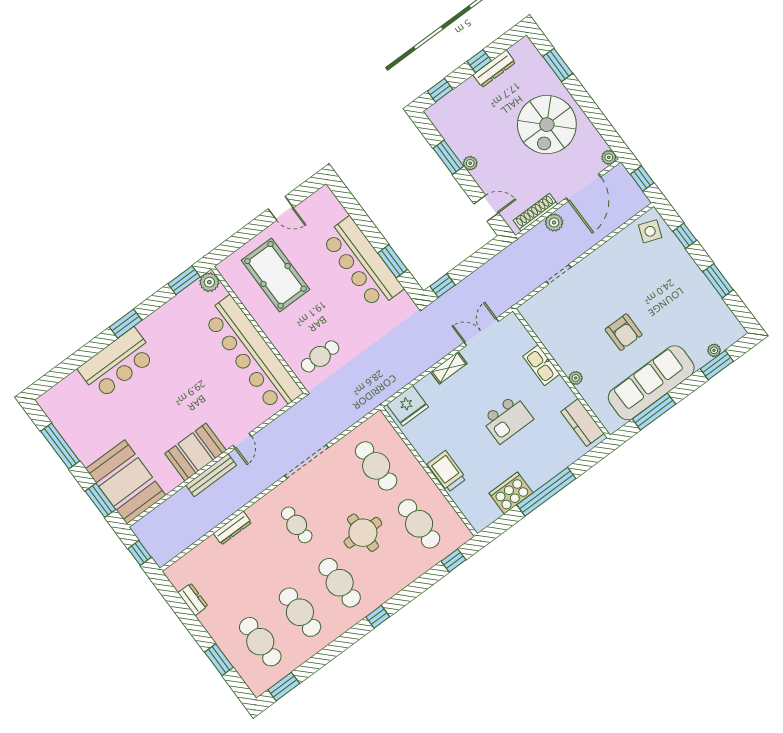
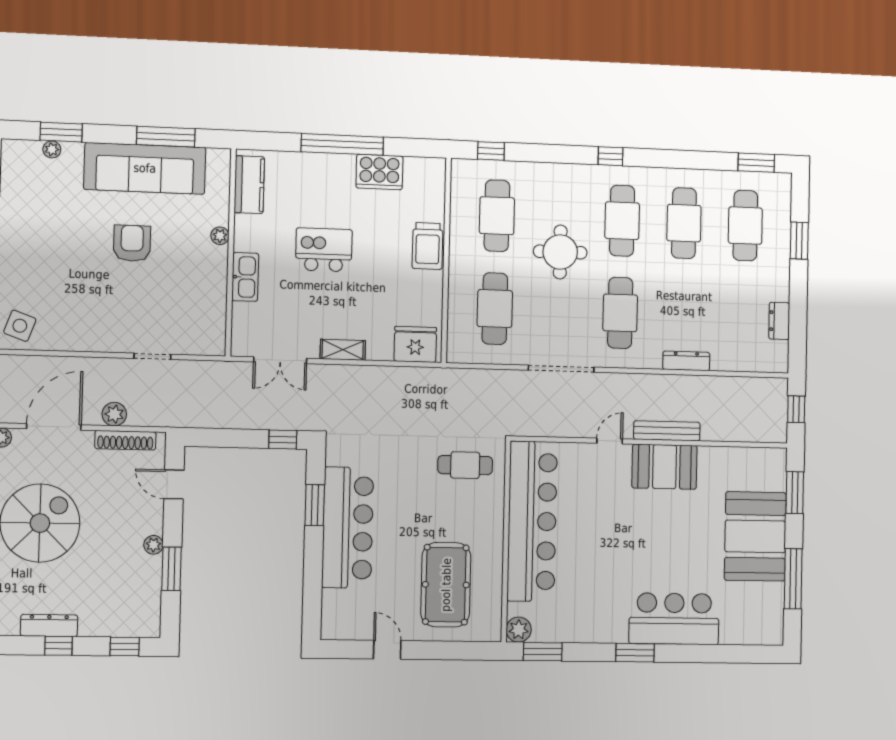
booth: (126, 482) -> (755, 536), moved
cafe table: (297, 525) -> (620, 313), width x1.37, depth x1.35

